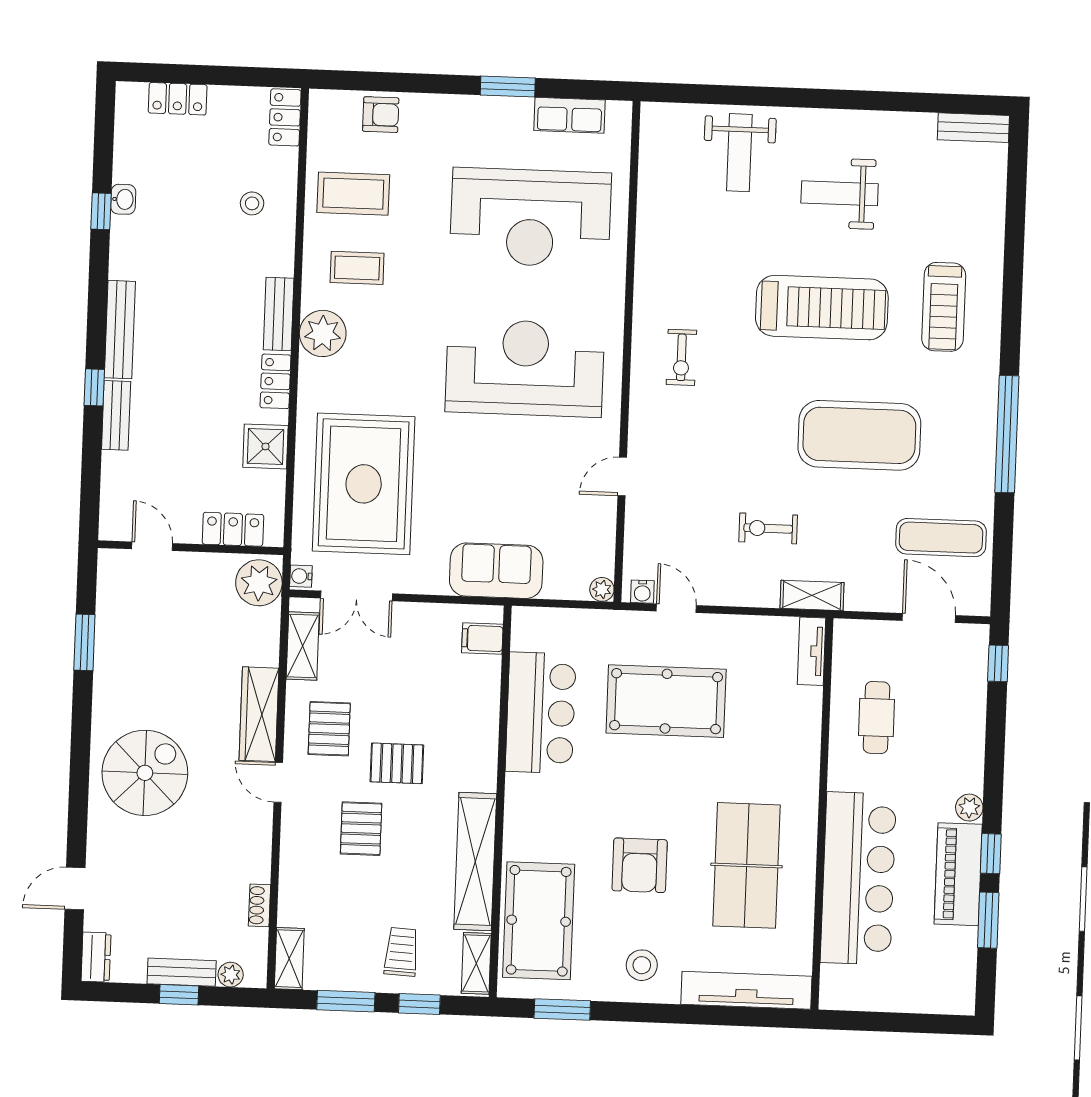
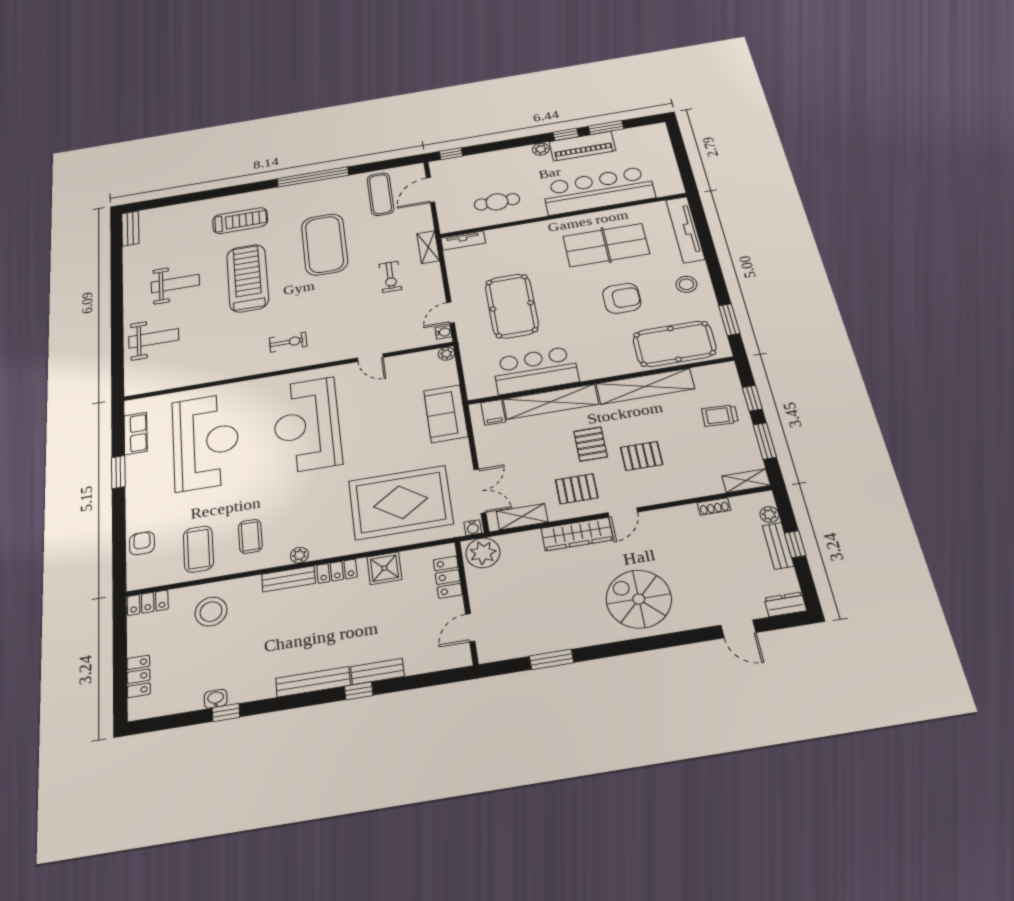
weight bench: (840, 193) -> (175, 284), turned -90
stool: (252, 203) -> (211, 612), width x1.89, depth x1.89
plant: (323, 333) -> (299, 555), width x0.53, depth x0.53
shelving: (476, 963) -> (551, 402), moved, width x2.20, depth x1.33

